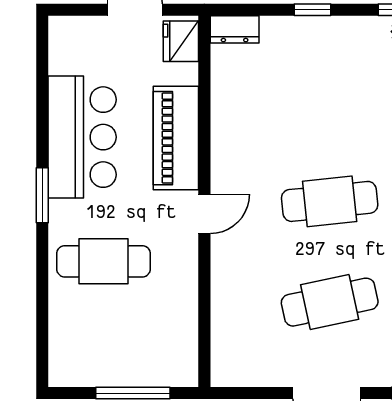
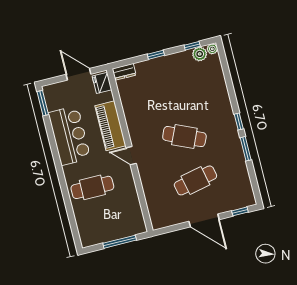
window: (42, 195) -> (43, 103), moved
cafe table: (330, 201) -> (184, 137), turned 30
door: (204, 214) -> (131, 156), swing flipped

